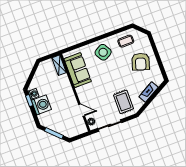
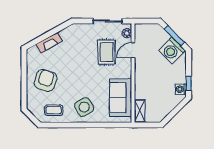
rug: (123, 102) -> (106, 52), moved
washing machine: (41, 105) -> (172, 50), moved, turned -45
door: (82, 110) -> (133, 50), hinge flipped

